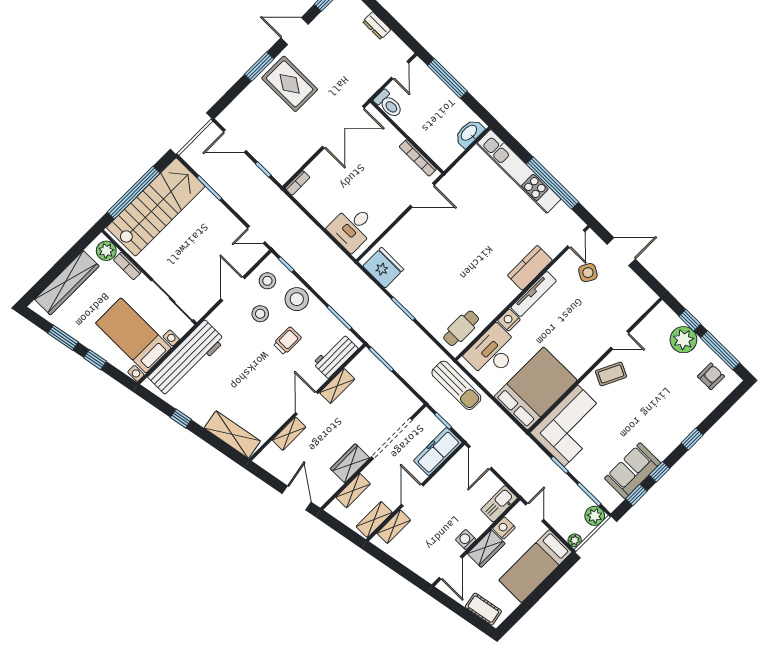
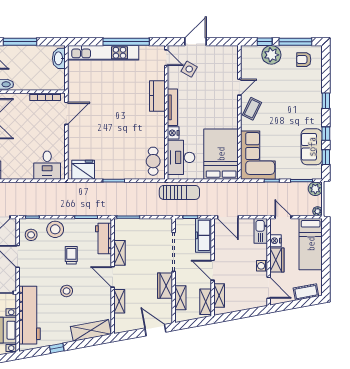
stool: (260, 314) -> (67, 291), moved
armchair: (711, 376) -> (304, 60), turned -90

